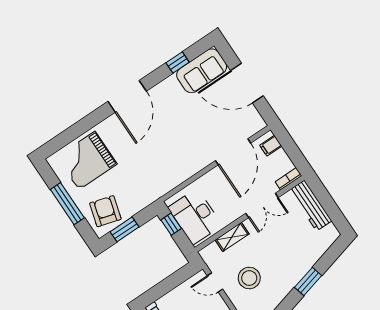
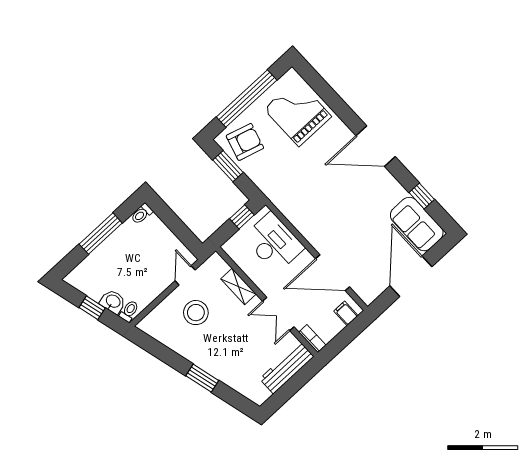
window: (67, 204) -> (247, 99), width x1.46
desk: (195, 216) -> (274, 243), moved, turned 90

